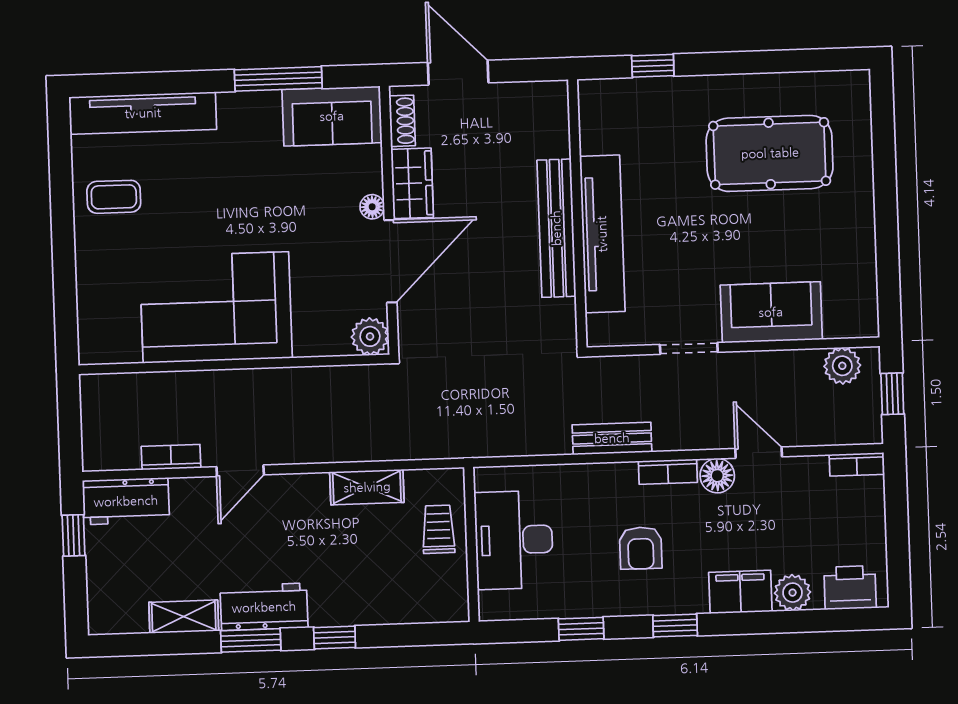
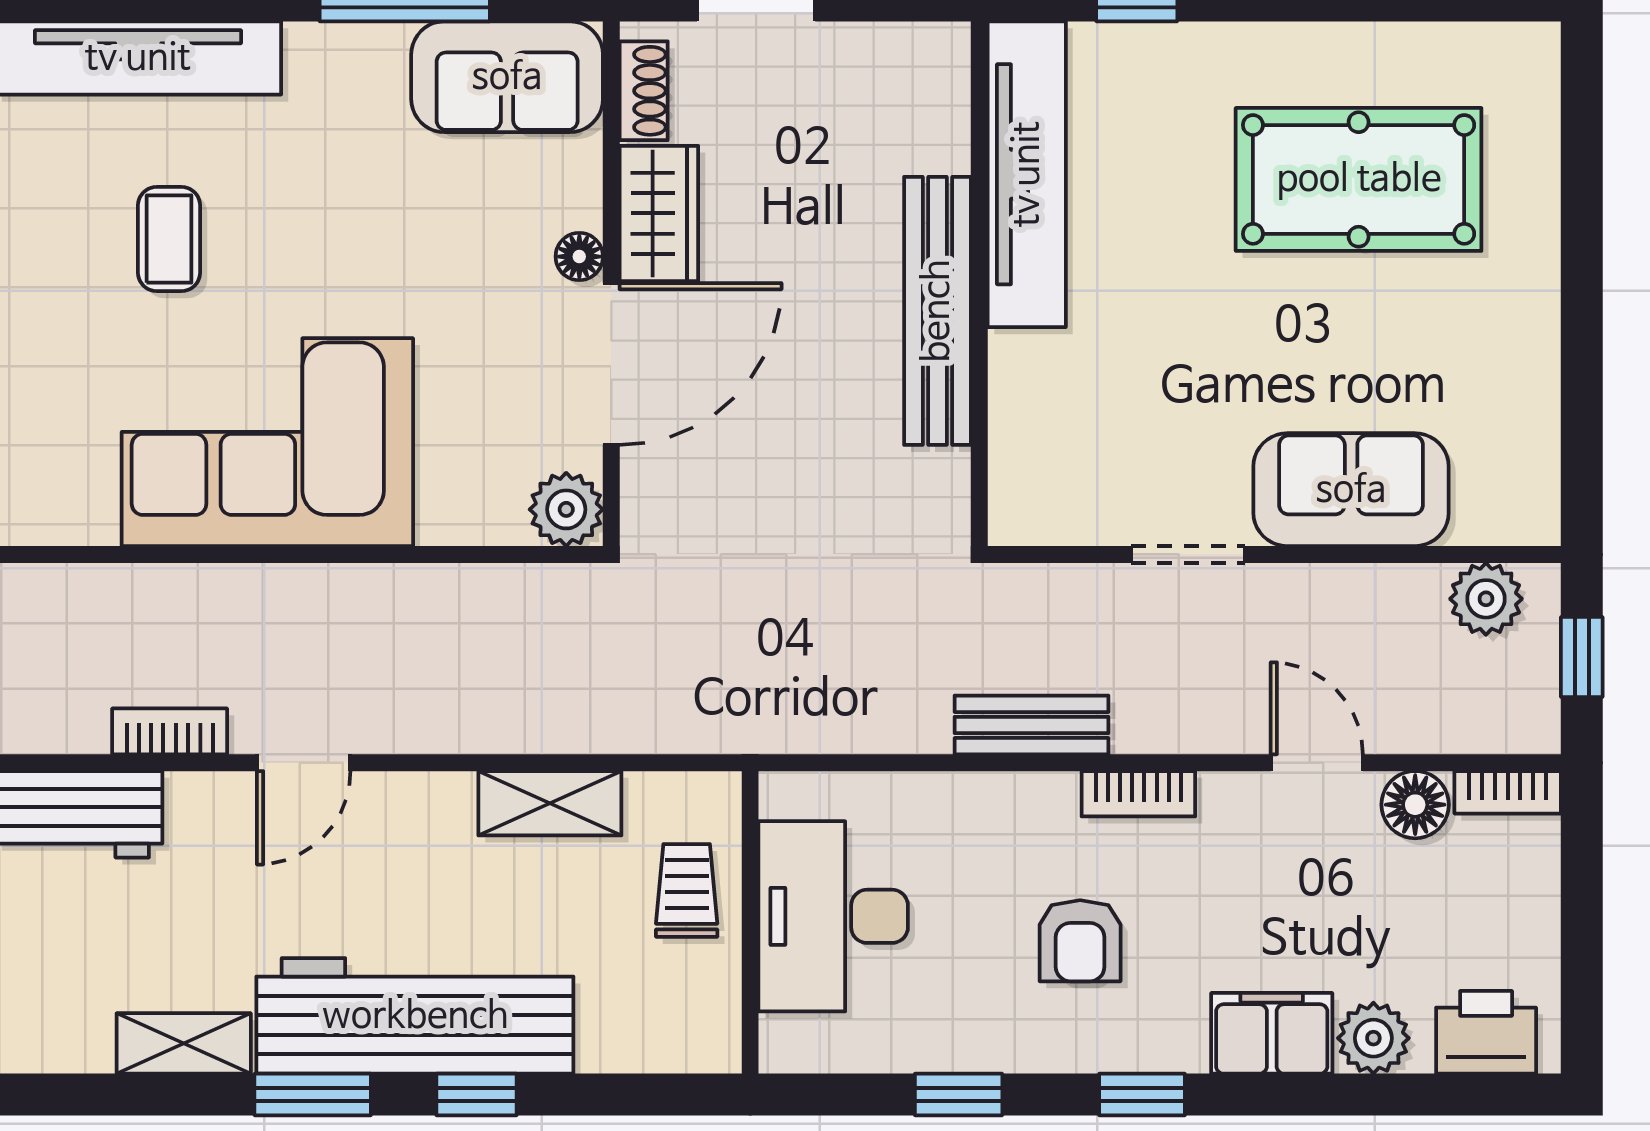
coffee table: (114, 197) -> (169, 239), moved, turned 90
tv unit: (602, 234) -> (1027, 174), moved
floor lamp: (717, 476) -> (1415, 805), moved
workbench: (264, 607) -> (415, 1016), width x1.88, depth x1.32

